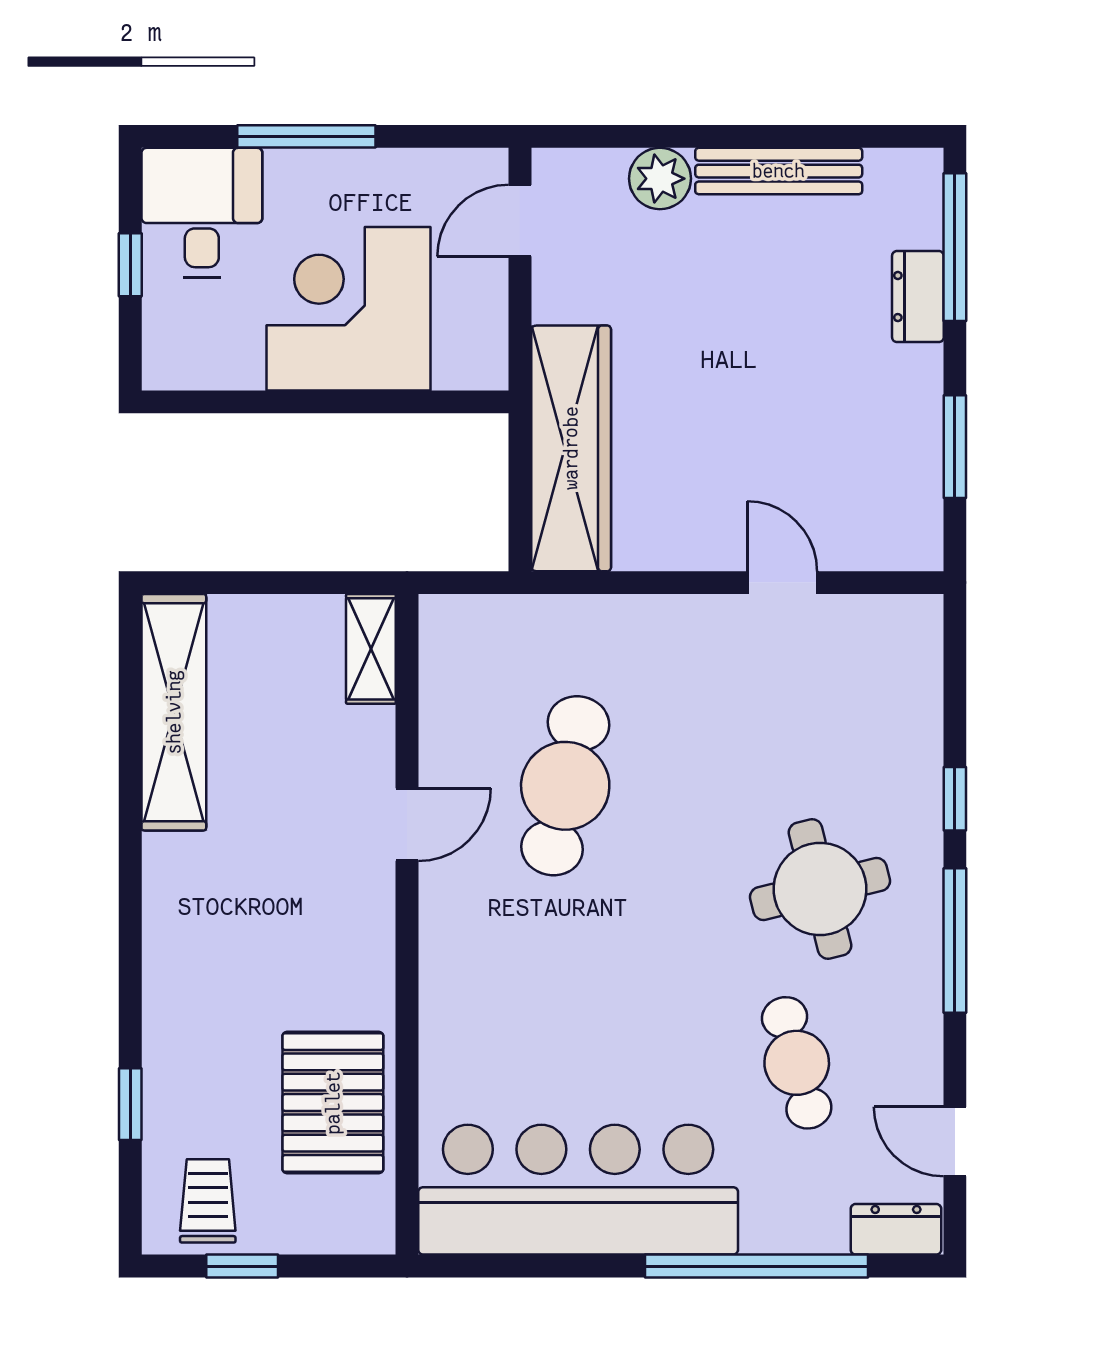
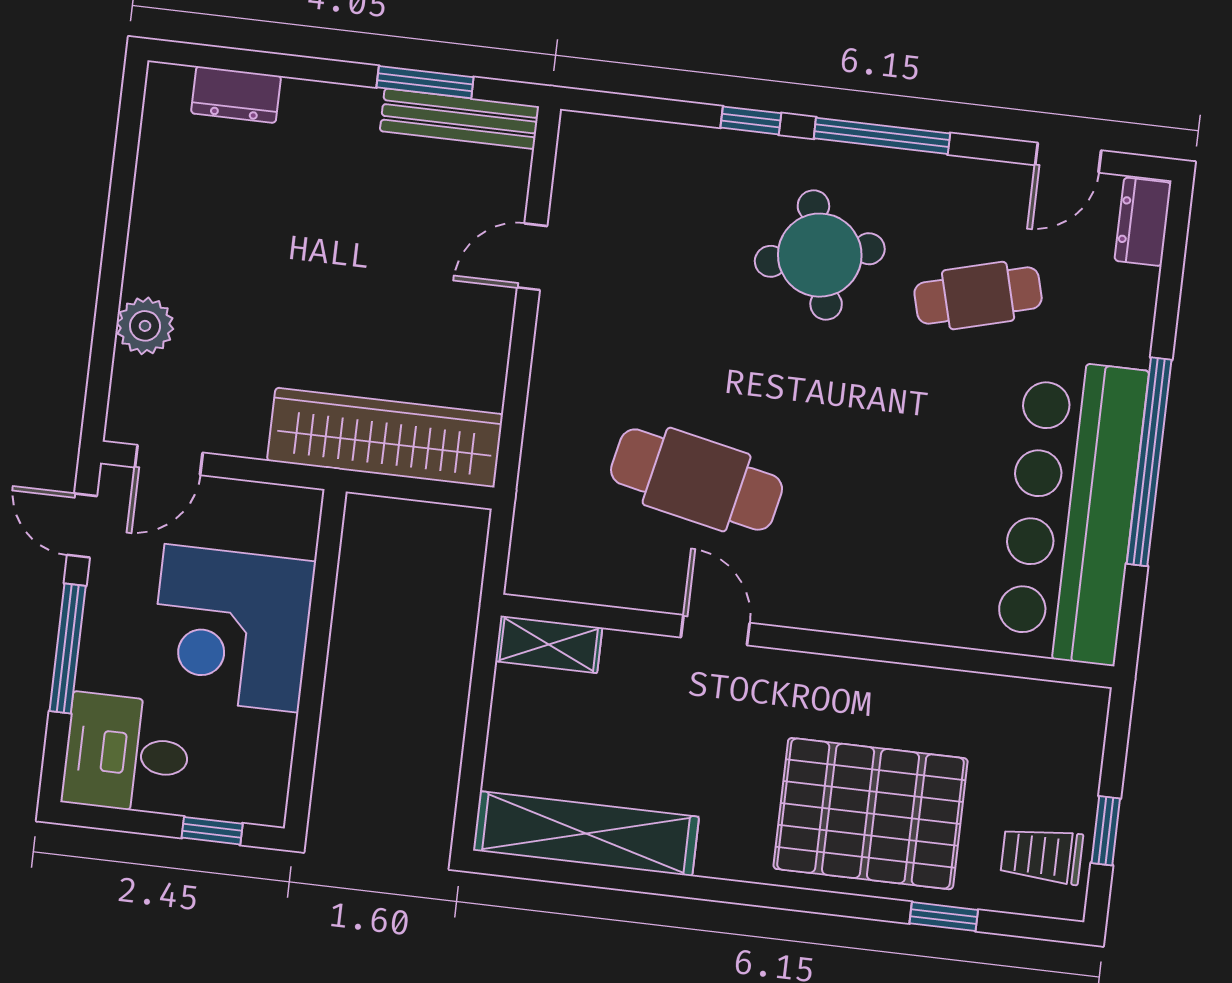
door: (439, 136) -> (82, 526), added
bench: (779, 171) -> (459, 119), moved, turned 90
door: (520, 221) -> (169, 460), hinge flipped
window: (955, 247) -> (241, 60), removed
window: (130, 265) -> (212, 831), moved
dresser: (918, 297) -> (236, 95), moved
pallet: (333, 1103) -> (871, 814), moved, width x1.37, depth x1.41
window: (757, 1266) -> (1149, 462), moved

